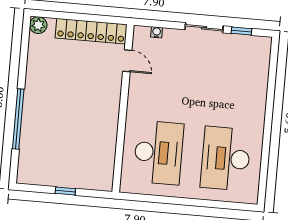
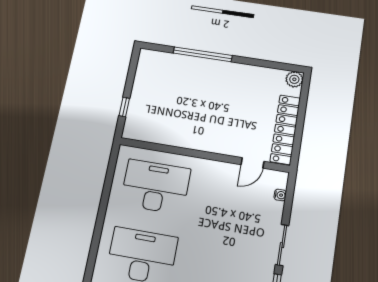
desk: (158, 153) -> (155, 187), turned 180
window: (65, 191) -> (124, 107), moved

